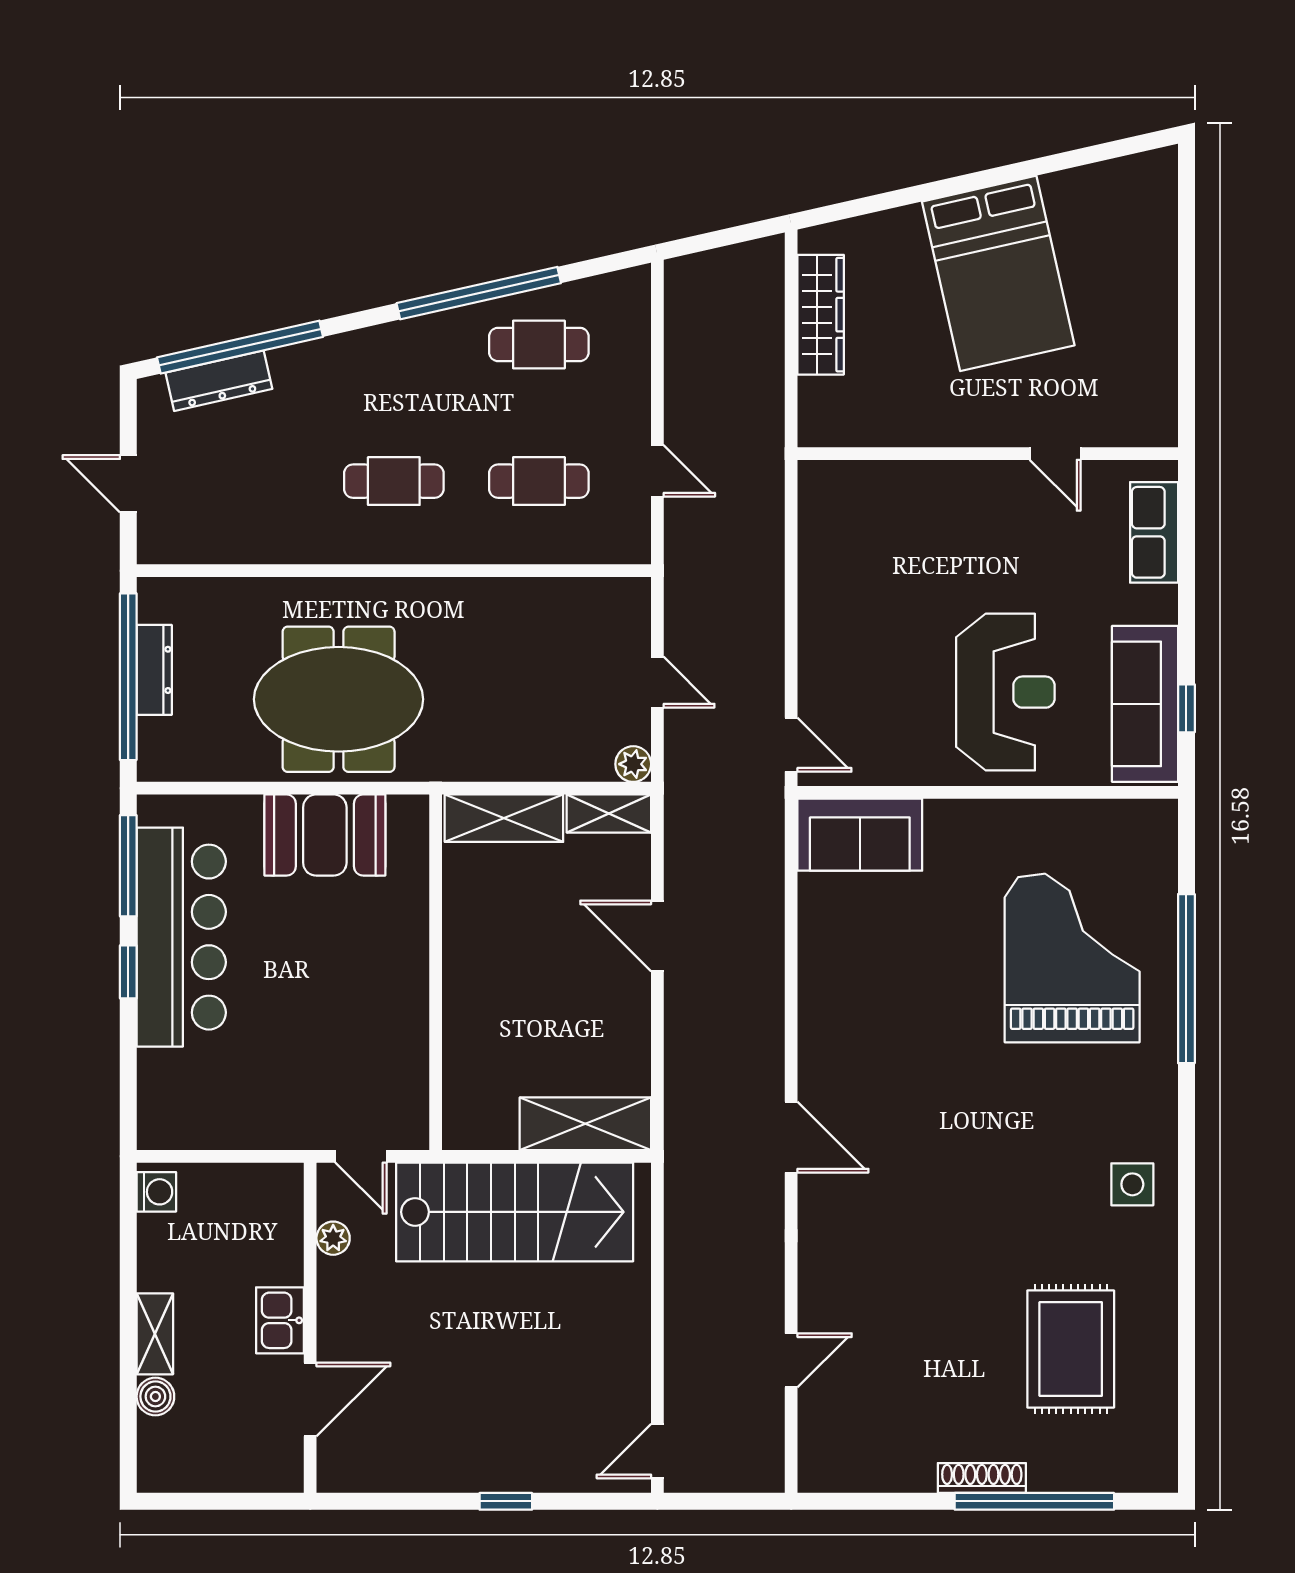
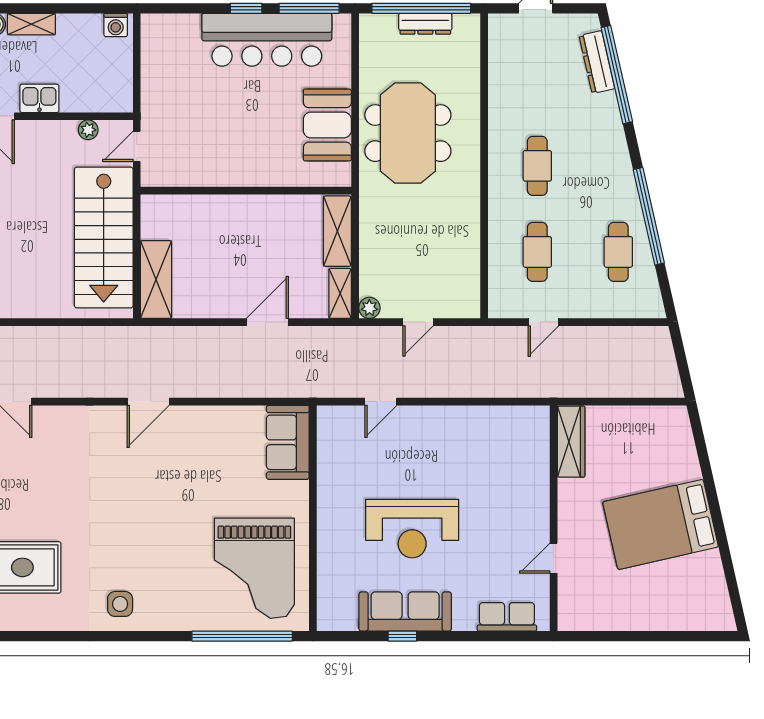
wardrobe: (821, 315) -> (571, 442), moved, turned -90
wall: (988, 792) -> (313, 518), moved
sofa: (860, 835) -> (288, 442), moved
grand piano: (1072, 958) -> (254, 568), turned 90

